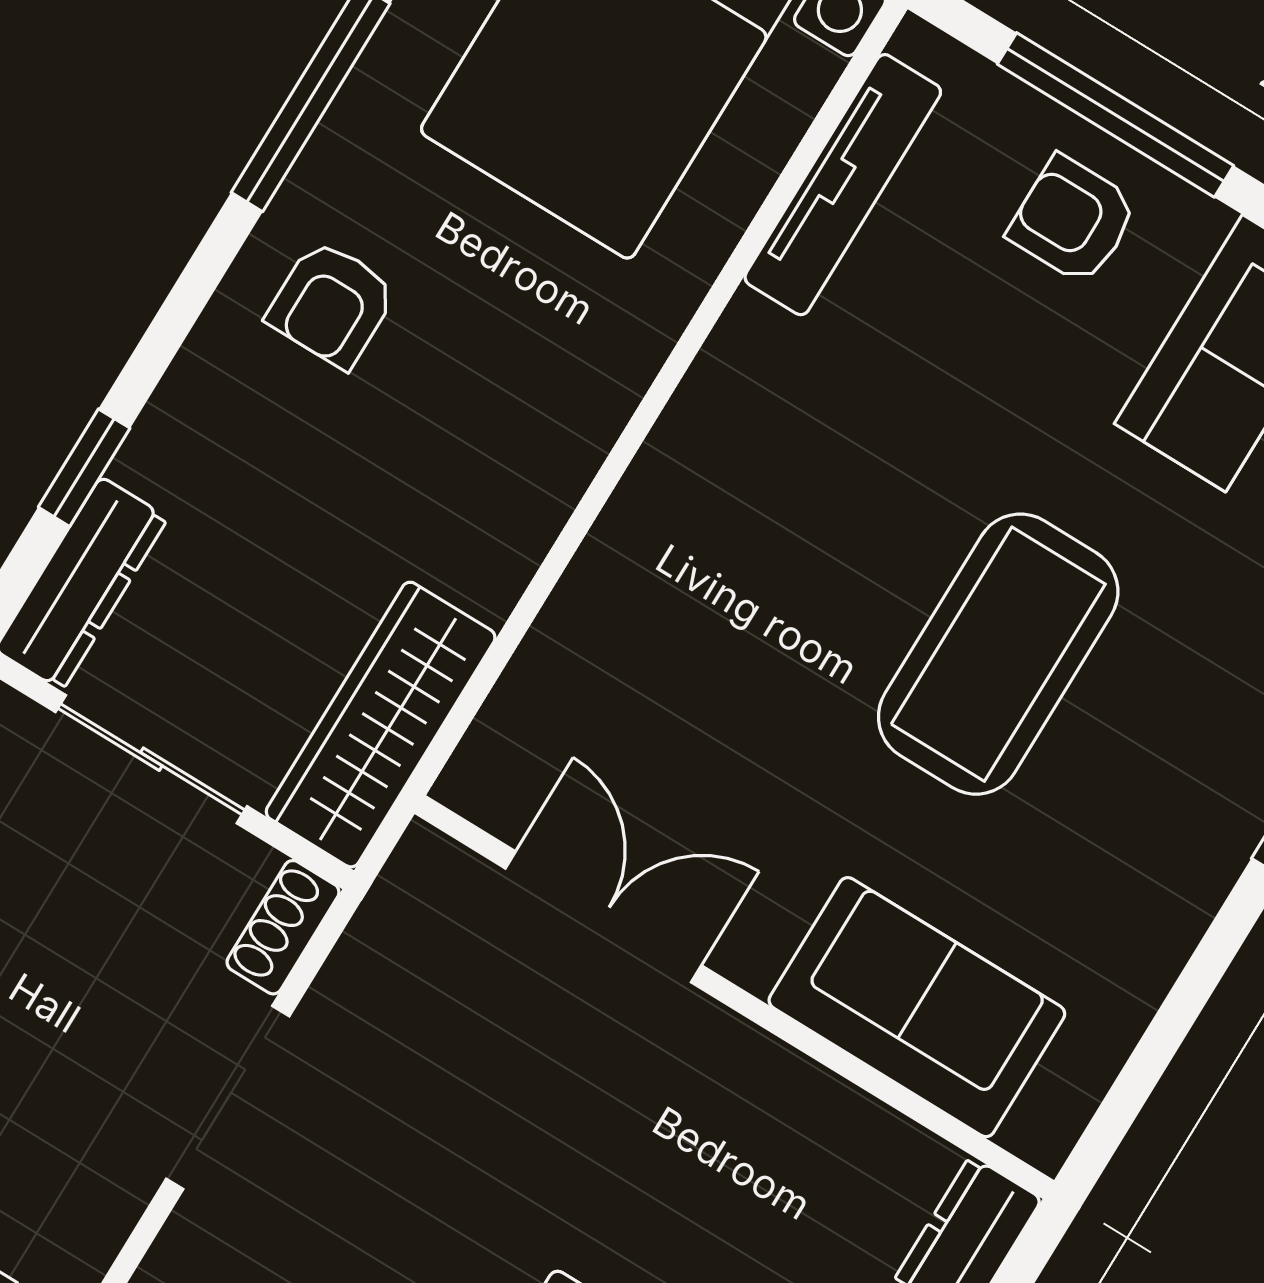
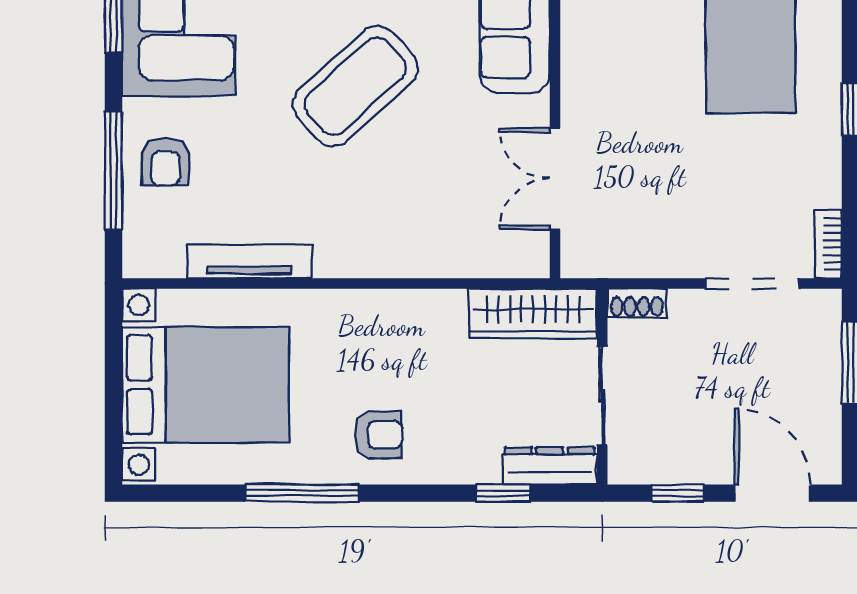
tv unit: (843, 185) -> (249, 262), moved
coffee table: (998, 654) -> (355, 86), turned -42
doorway: (228, 1098) -> (752, 284), moved

